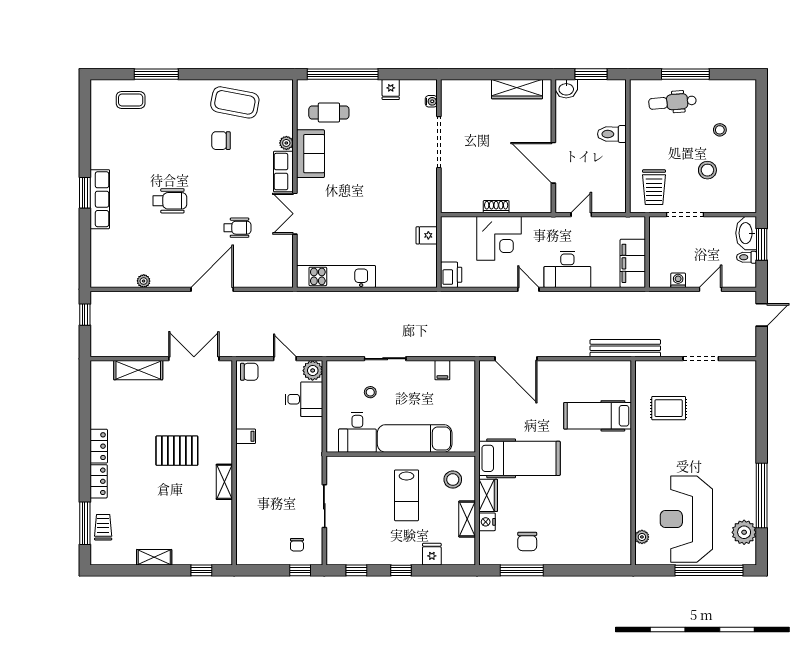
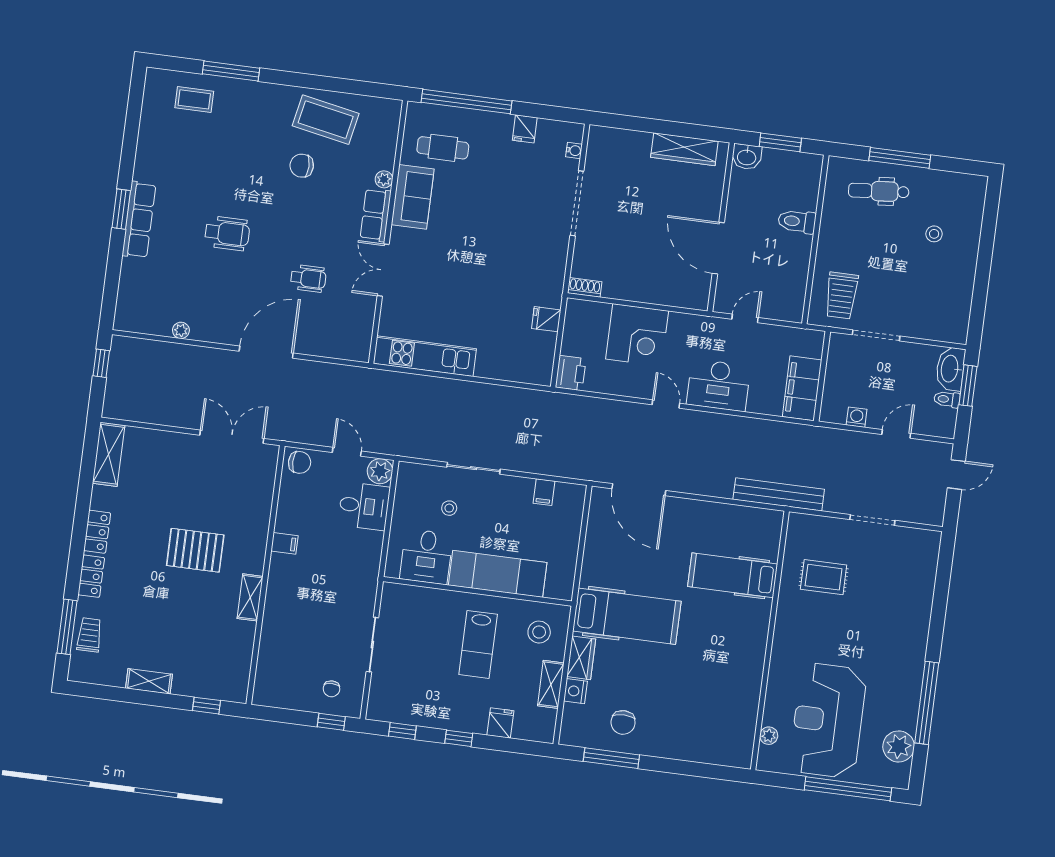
stool: (707, 170) -> (912, 283), removed
shoe rack: (496, 207) -> (585, 287), moved
shelving: (138, 370) -> (109, 454), moved, turned 90

